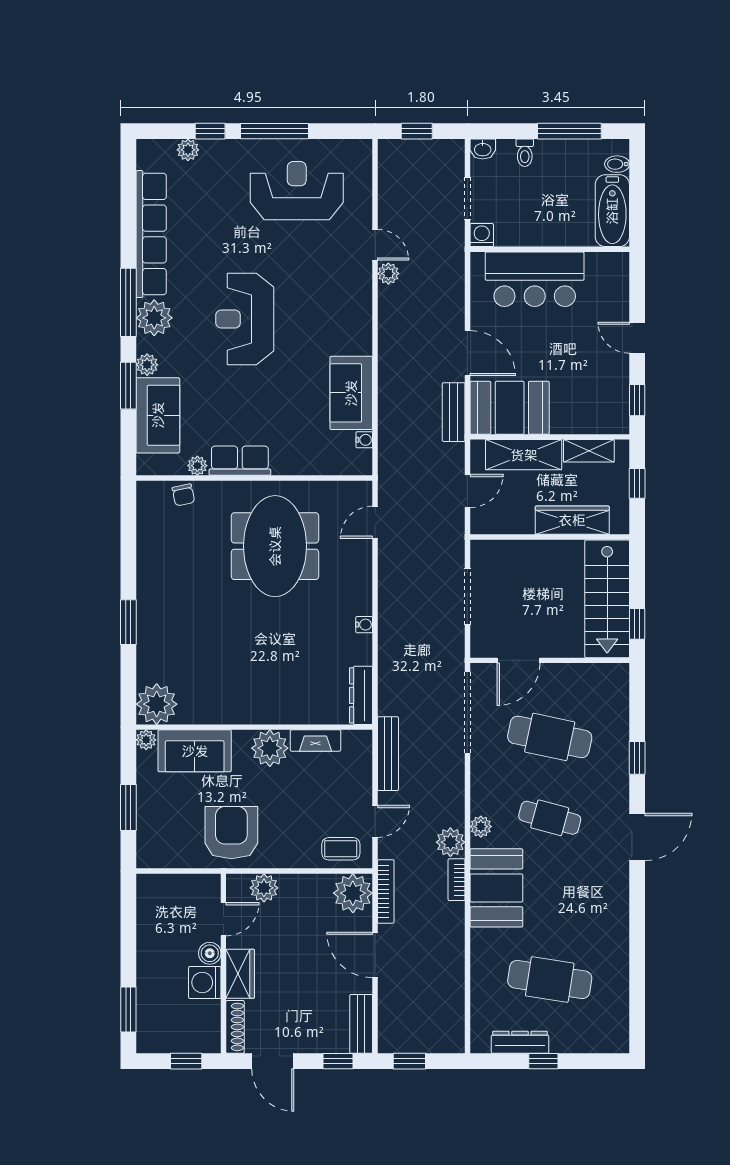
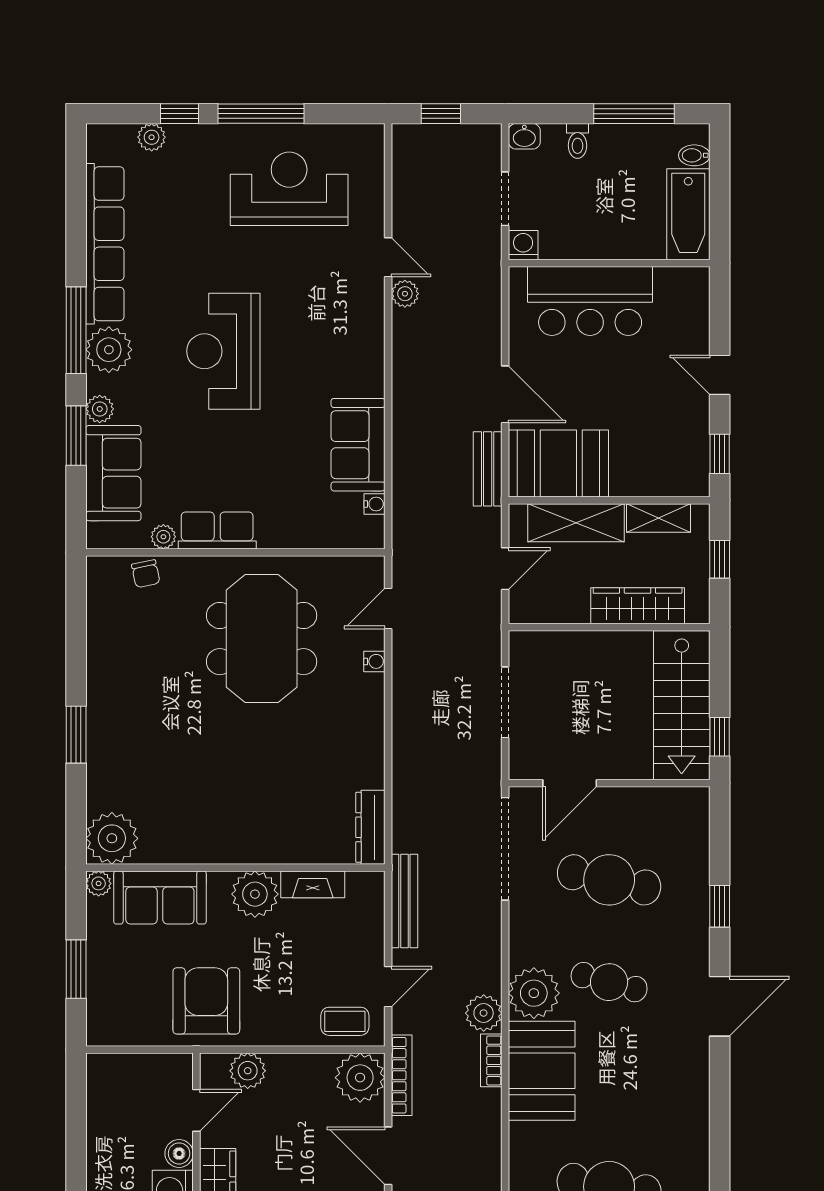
water cooler: (364, 625) -> (374, 661), moved
plant: (481, 827) -> (534, 993), width x1.88, depth x1.88

